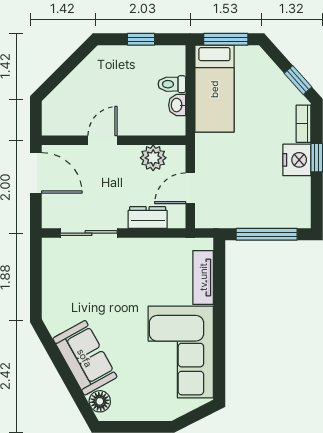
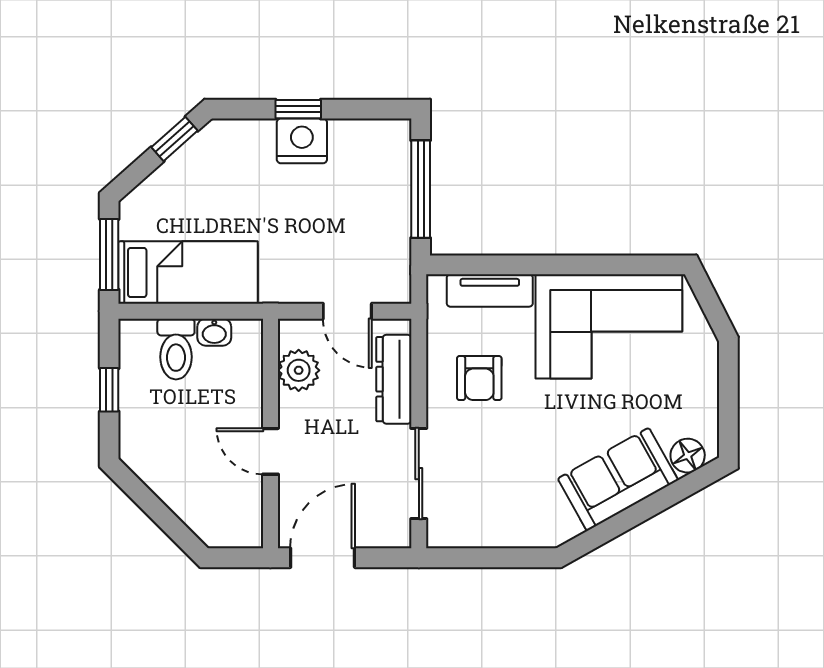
toilet: (172, 84) -> (176, 349), width x1.37, depth x1.39
bookcase: (303, 124) -> (244, 130), removed
dresser: (148, 217) -> (394, 379), width x1.44
armchair: (148, 271) -> (479, 378), added

